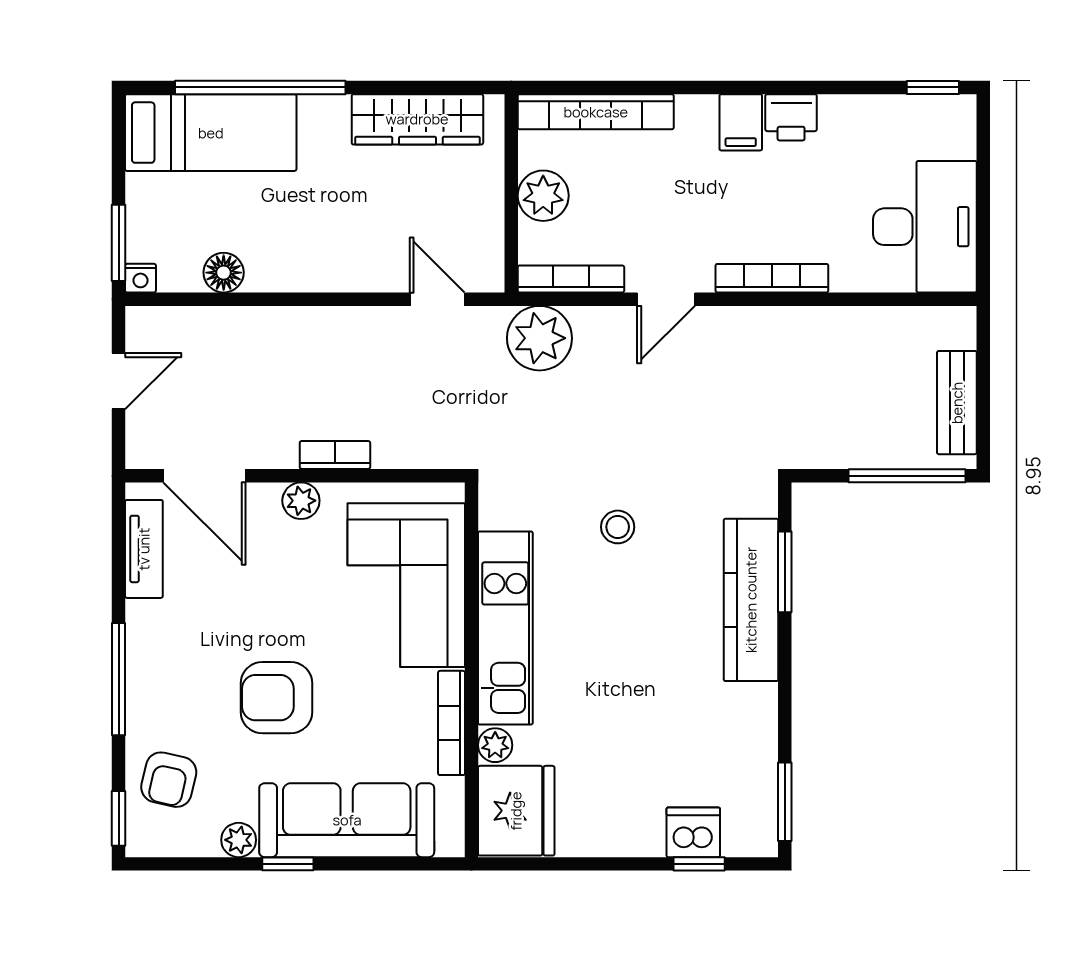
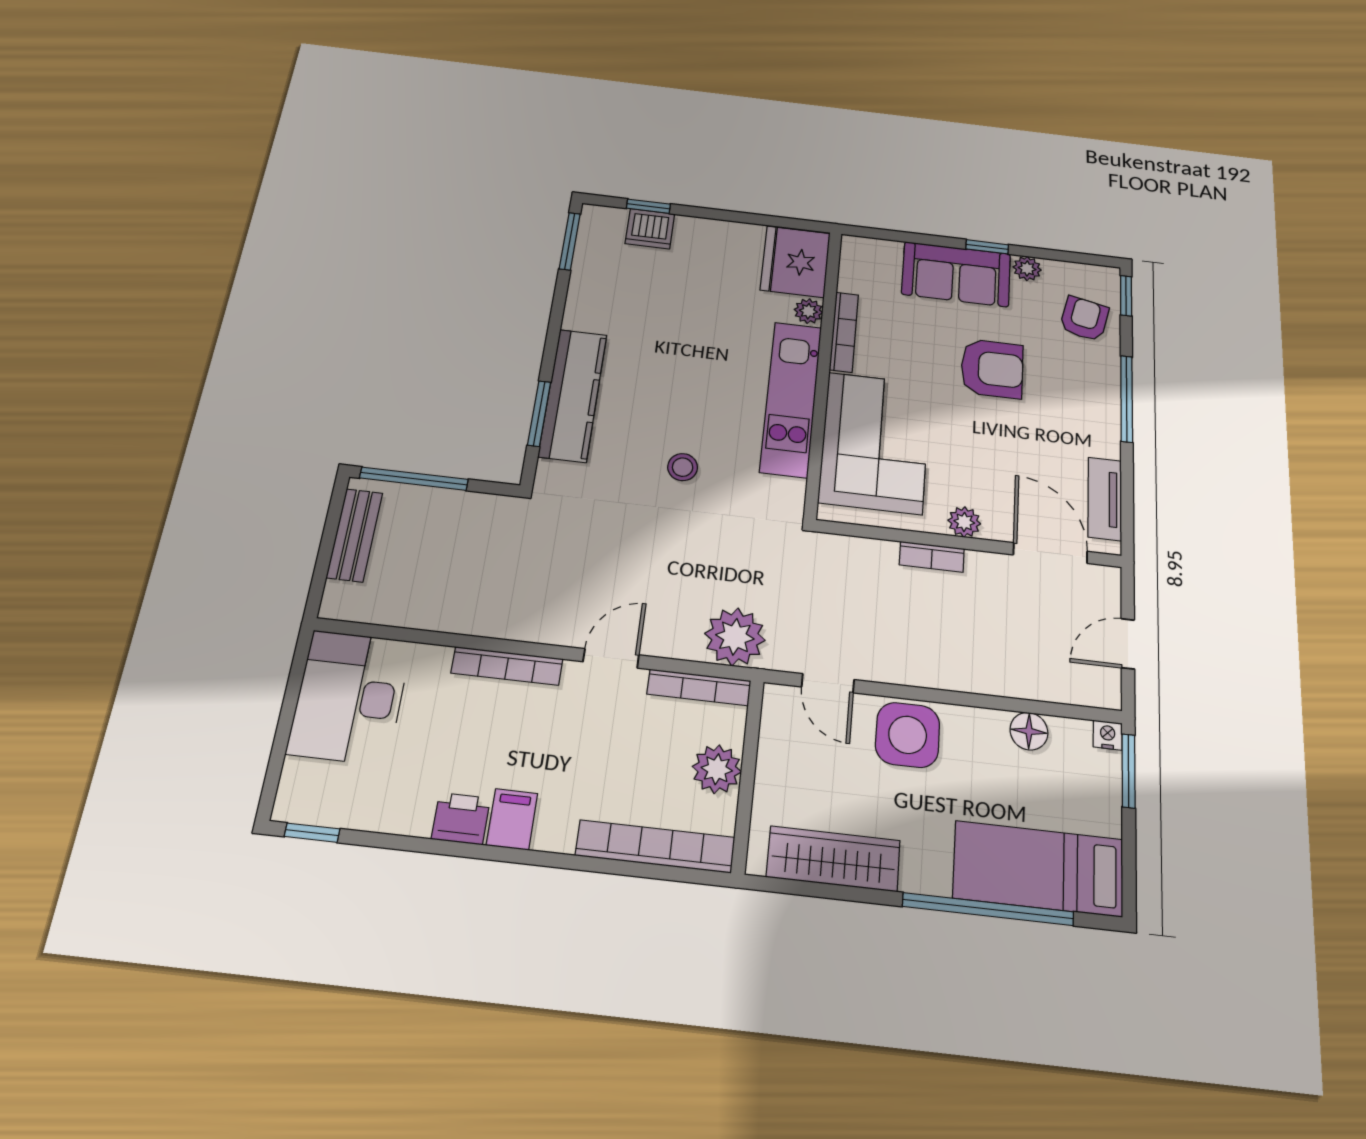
side table: (350, 254) -> (908, 735), added
sofa: (347, 820) -> (956, 274), width x0.73

